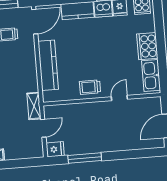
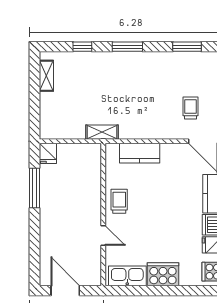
kitchen counter: (48, 65) -> (140, 153), width x0.67
door: (43, 128) -> (74, 141), removed

